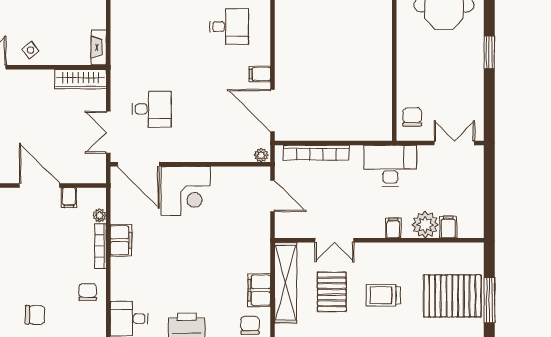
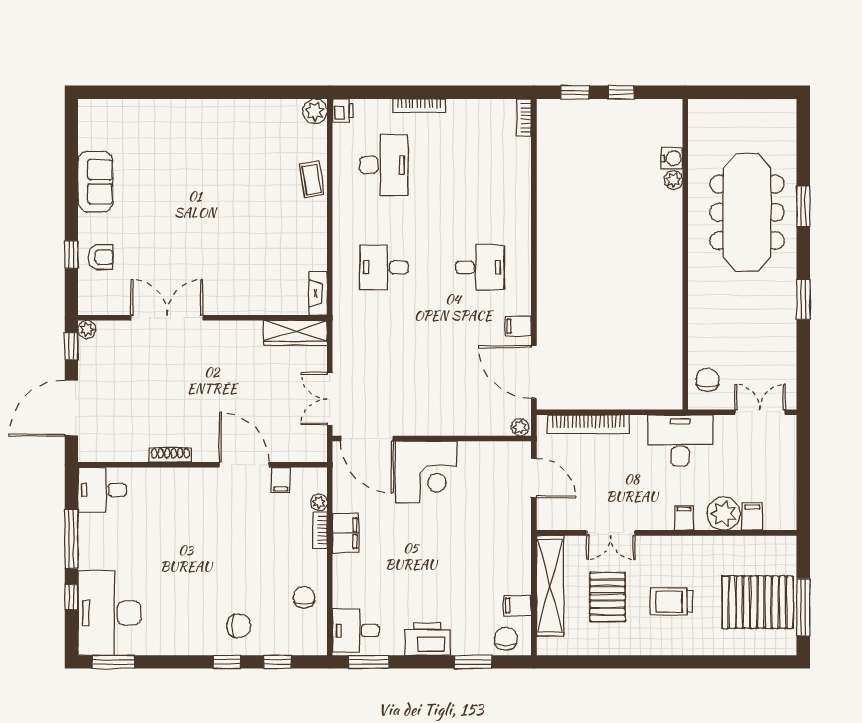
side table: (31, 50) -> (233, 297), removed
desk: (152, 109) -> (384, 267), moved, turned 180
bookcase: (100, 246) -> (320, 530), width x0.64
filing cabinet: (259, 290) -> (517, 605), width x0.50

